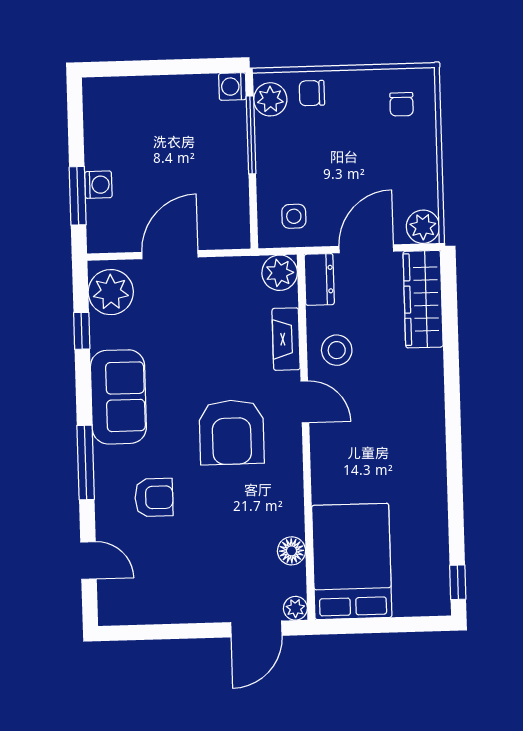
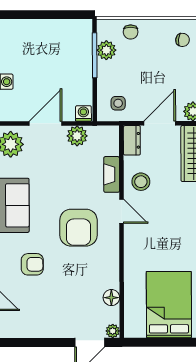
washing machine: (232, 86) -> (83, 113), moved, turned 90
chair: (312, 93) -> (131, 32), turned -90
plant: (270, 99) -> (106, 50), moved
chair: (402, 104) -> (183, 40), turned -83
plant: (280, 273) -> (77, 136), moved
bed: (352, 561) -> (169, 305), moved

